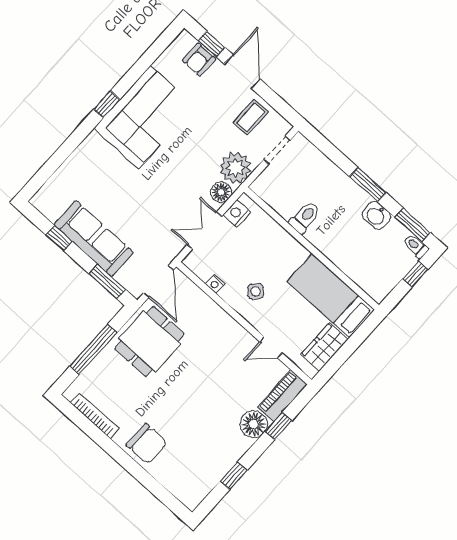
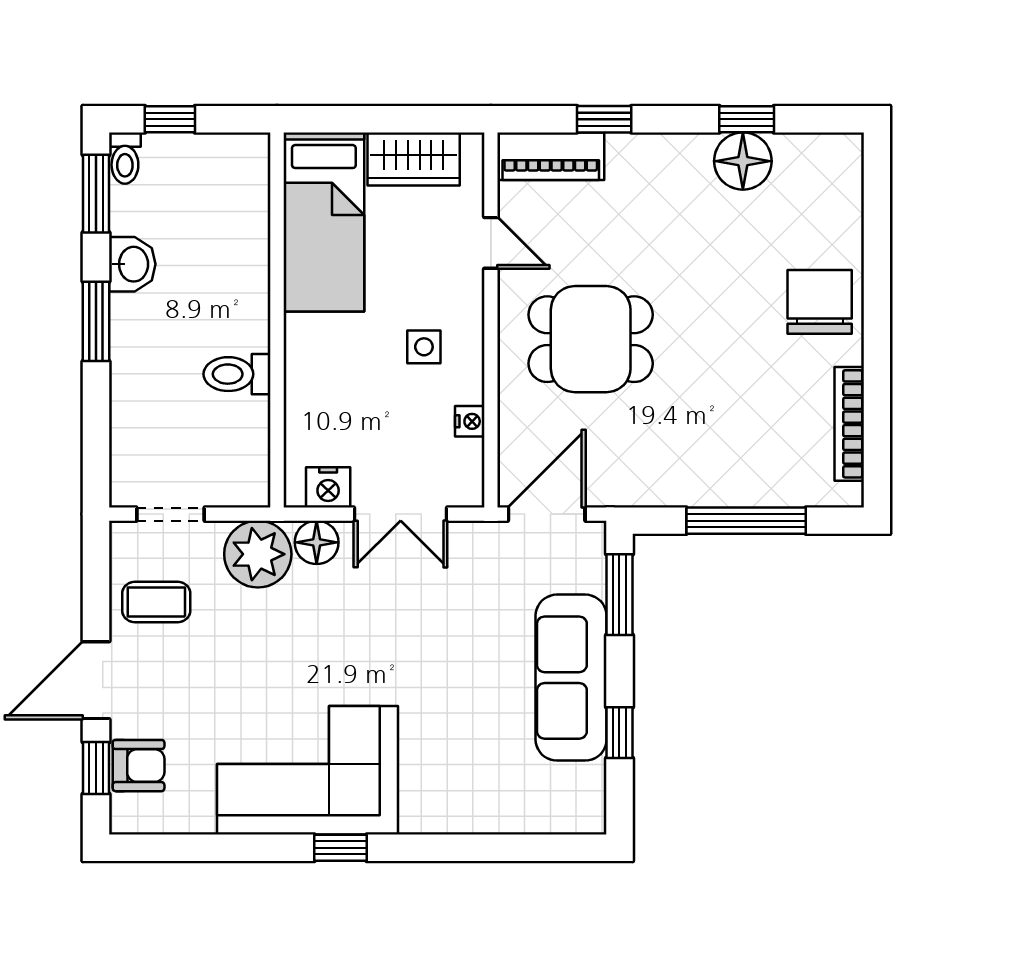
side table: (256, 291) -> (424, 347), turned 45
dining table: (149, 341) -> (591, 339), moved
floor lamp: (254, 424) -> (743, 161), moved

